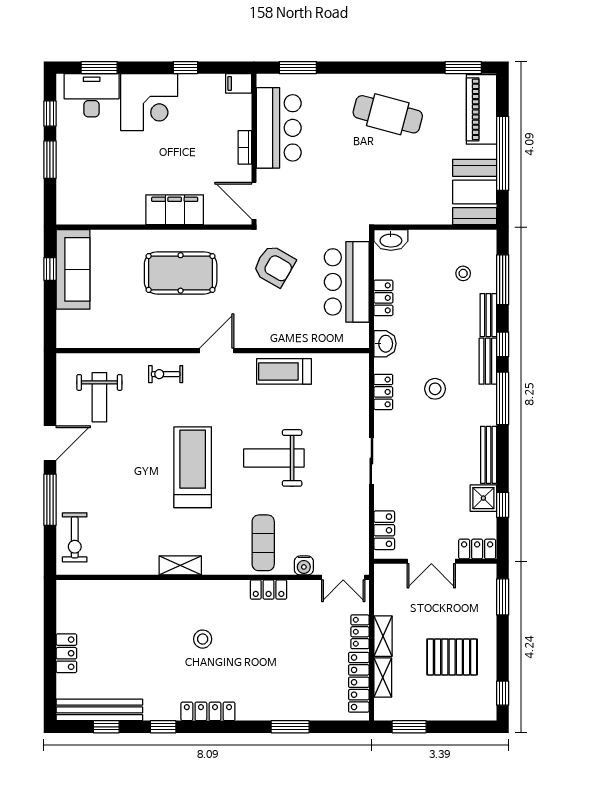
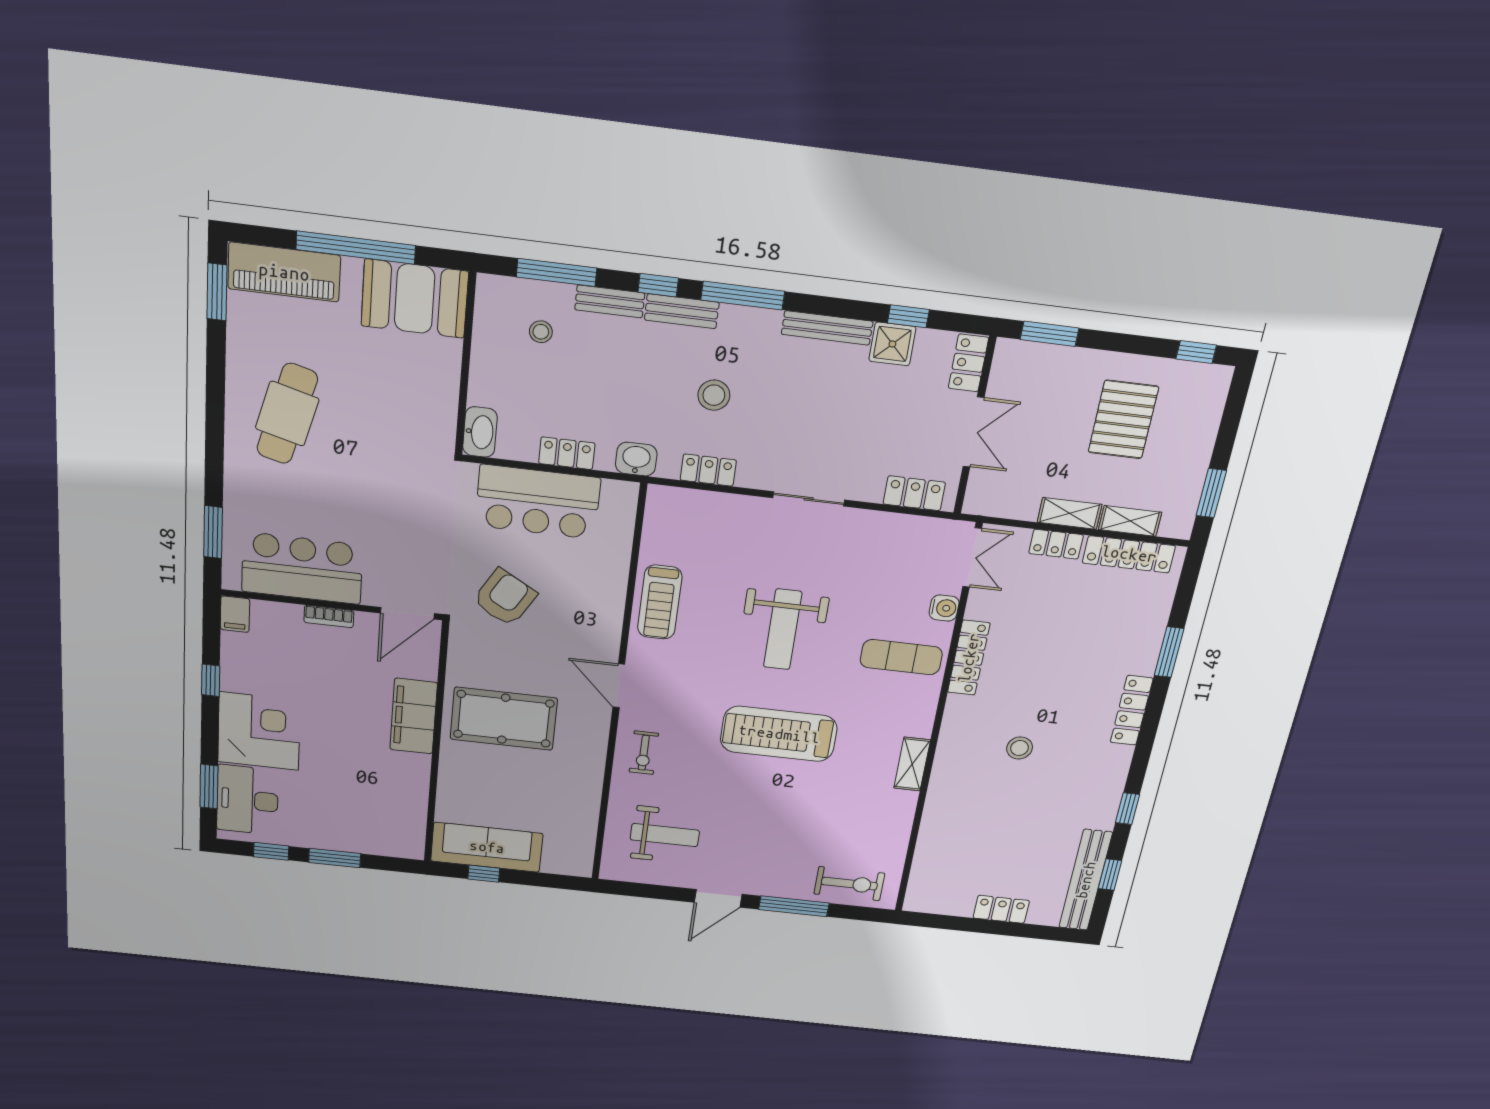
pool table: (181, 273) -> (504, 719), turned 90
door: (50, 443) -> (718, 898), swing flipped
locker: (269, 590) -> (969, 658), width x1.53
locker: (208, 711) -> (1132, 710), moved

